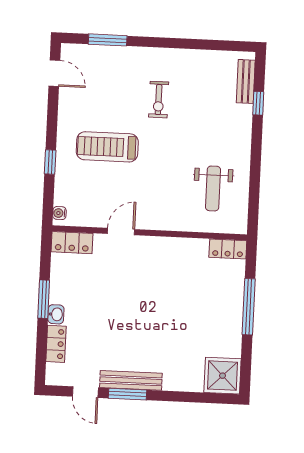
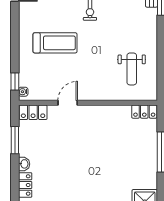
treadmill: (107, 147) -> (55, 43), turned 180
window: (50, 162) -> (15, 82), moved
window: (44, 299) -> (15, 140), moved

